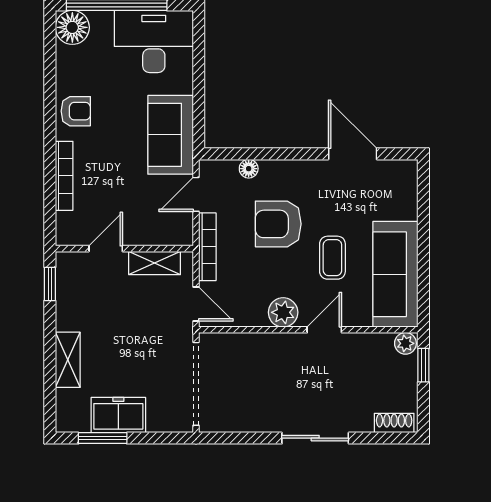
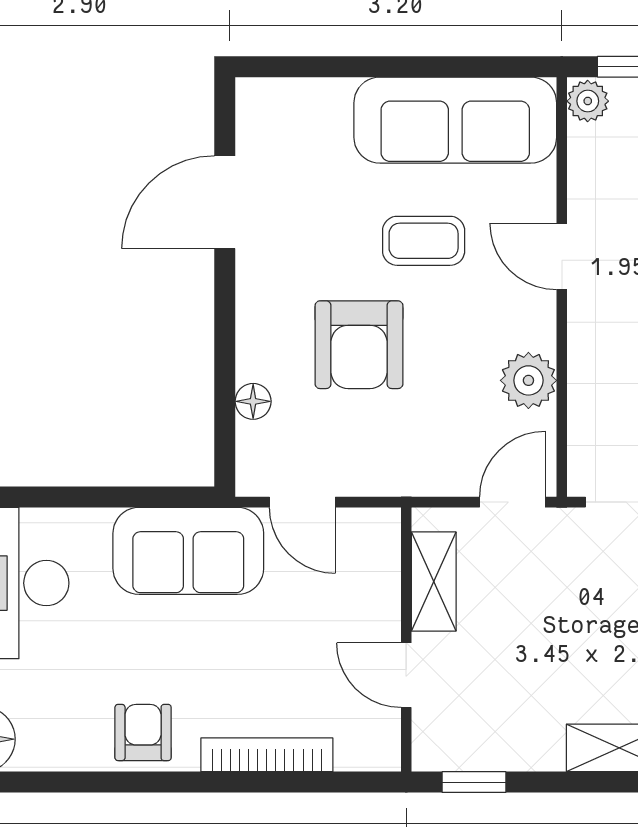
bookcase: (207, 247) -> (403, 480), removed
plant: (283, 312) -> (528, 380), moved

